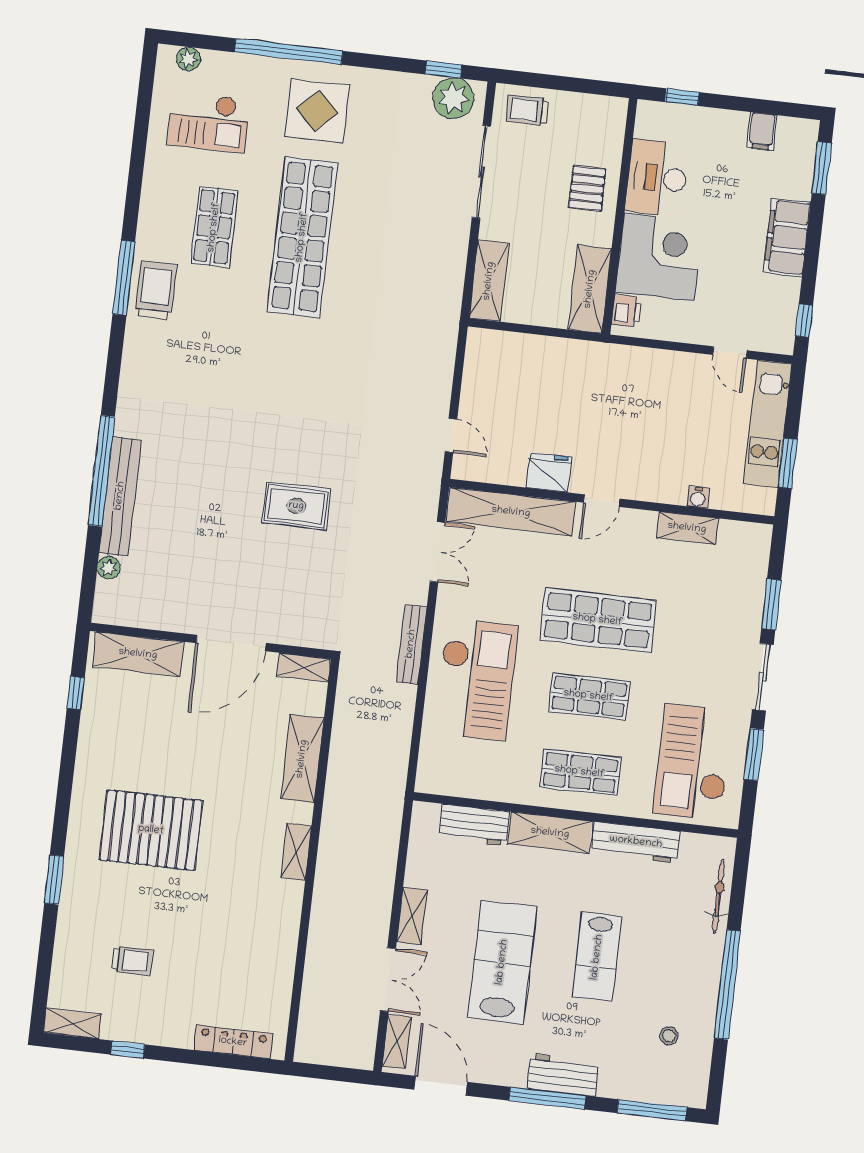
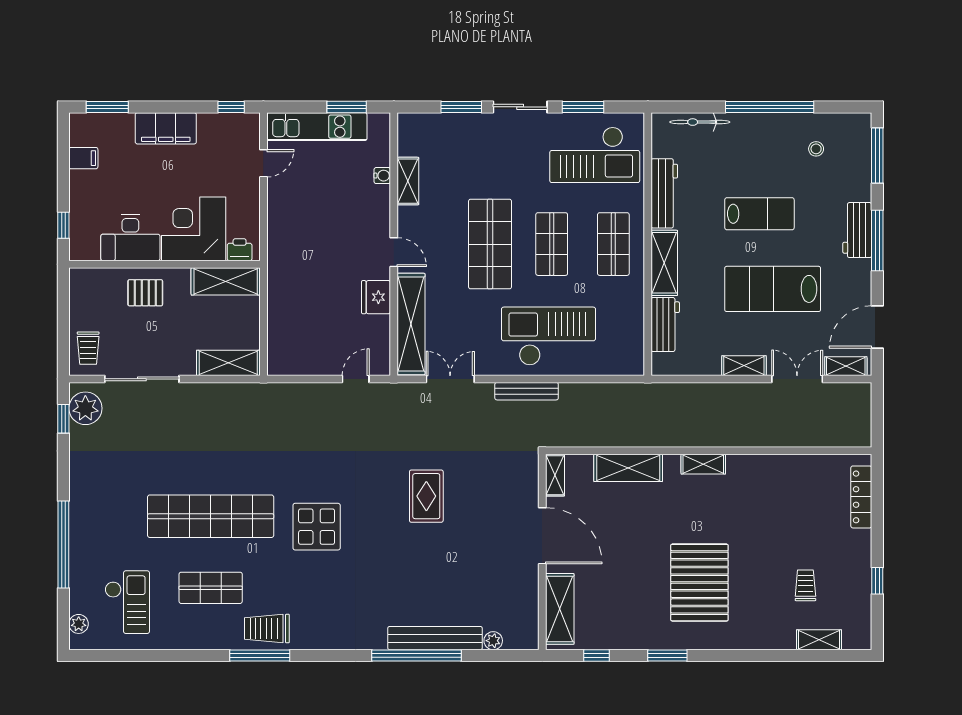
display table: (317, 111) -> (317, 527), moved
window: (54, 880) -> (667, 655), moved
shelving: (72, 1024) -> (819, 640), moved, turned 90

